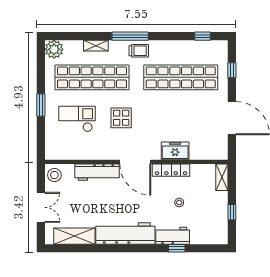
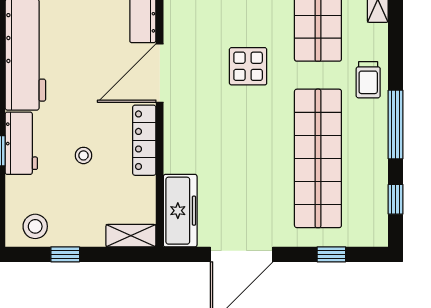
window: (130, 36) -> (396, 124), moved
display table: (121, 118) -> (248, 66), moved
freezer: (175, 151) -> (180, 211), moved, width x1.40
stool: (217, 228) -> (35, 226), added

